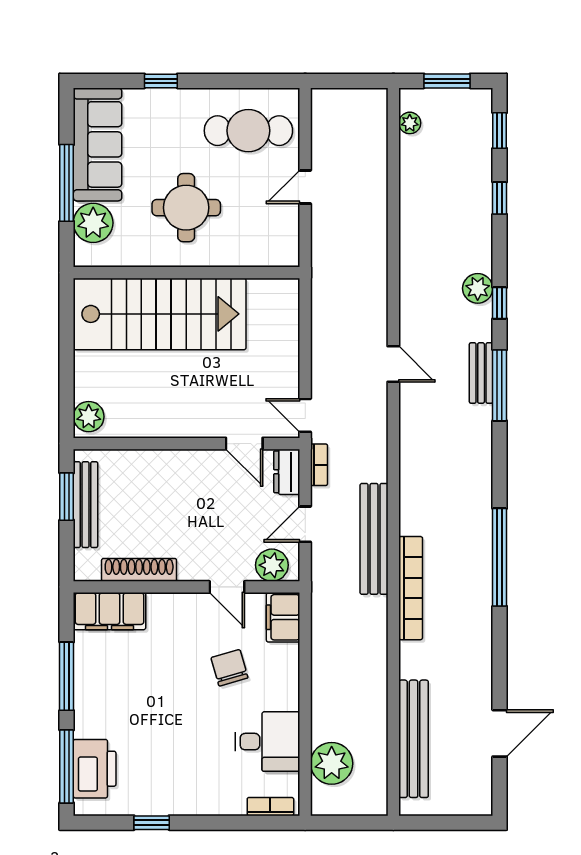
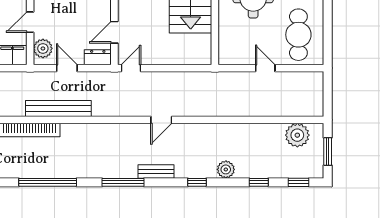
plant: (410, 123) -> (297, 135), width x1.88, depth x1.88
plant: (478, 288) -> (226, 169), moved
window: (500, 385) -> (123, 182), moved
bookcase: (319, 465) -> (102, 76), removed

